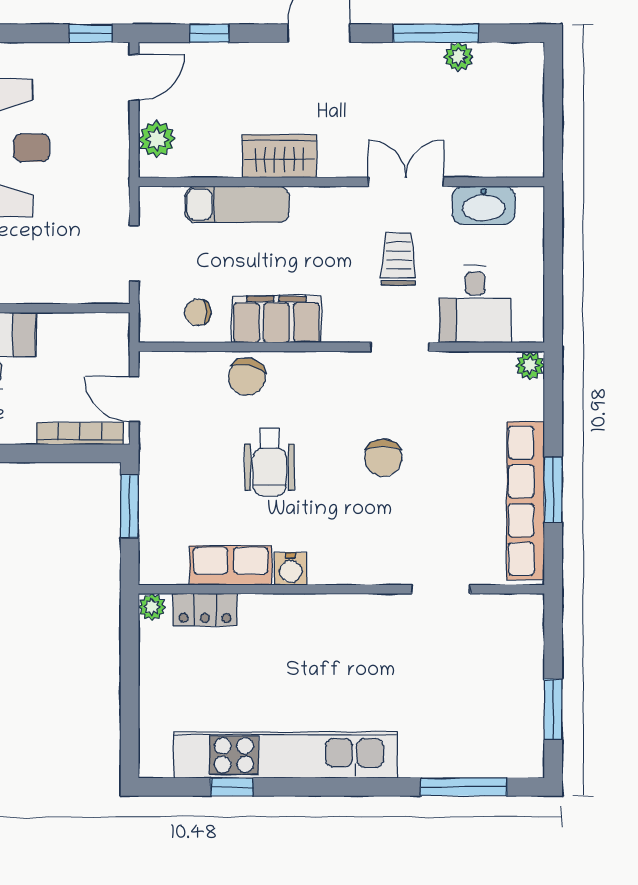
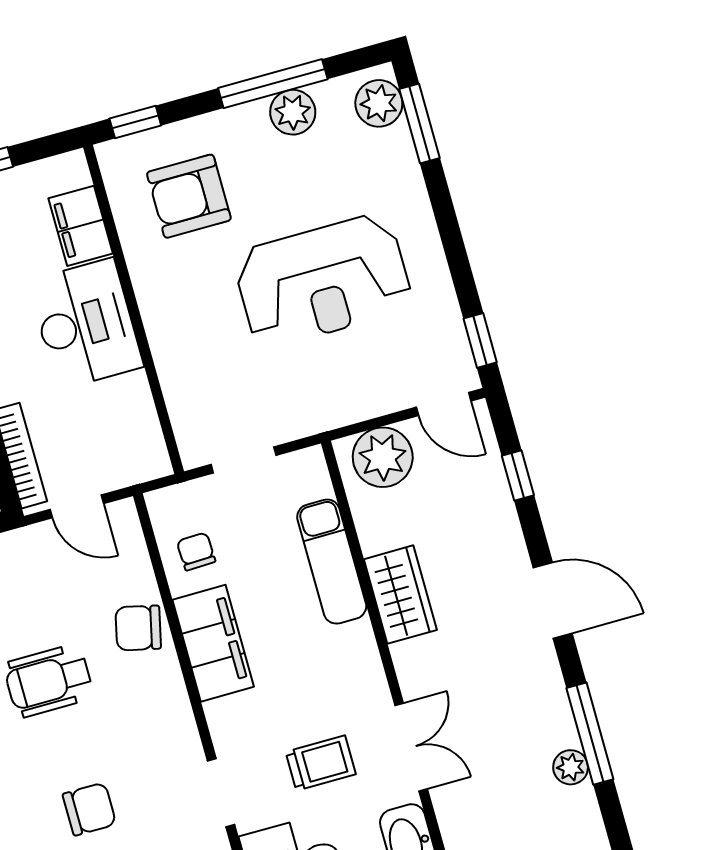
plant: (157, 139) -> (383, 457), width x1.36, depth x1.36
door: (134, 399) -> (77, 506), swing flipped
chair: (383, 458) -> (89, 809), turned 180

